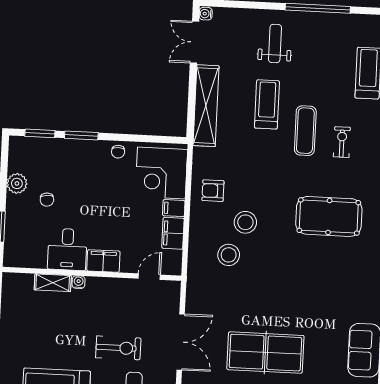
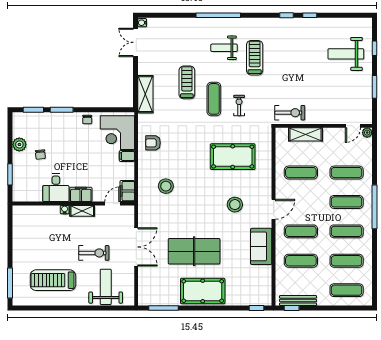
weight bench: (275, 43) -> (224, 48), moved, turned -90
shelving: (206, 106) -> (145, 94), width x0.68
stool: (245, 222) -> (235, 205), moved
filing cabinet: (173, 233) -> (127, 191), moved
shelving: (53, 283) -> (82, 211), moved

